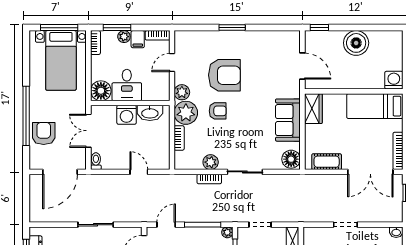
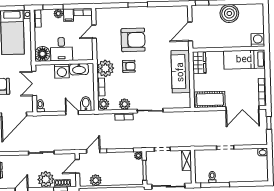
door: (302, 66) -> (190, 32), swing flipped
plant: (182, 92) -> (103, 104), moved
sofa: (288, 120) -> (181, 72), width x1.36
floor lamp: (291, 159) -> (184, 100), removed
bidet: (158, 160) -> (86, 104), added
cot: (327, 162) -> (210, 99), width x1.37, depth x1.34

